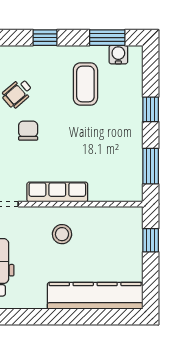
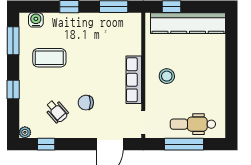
water cooler: (118, 55) -> (36, 20), moved, turned 90
kitchen counter: (95, 296) -> (188, 23), moved, turned -90

